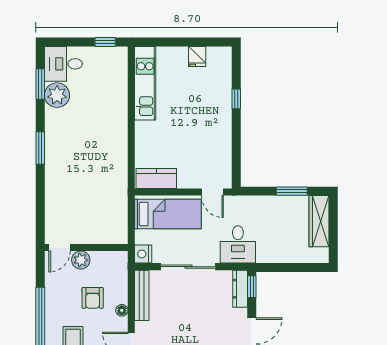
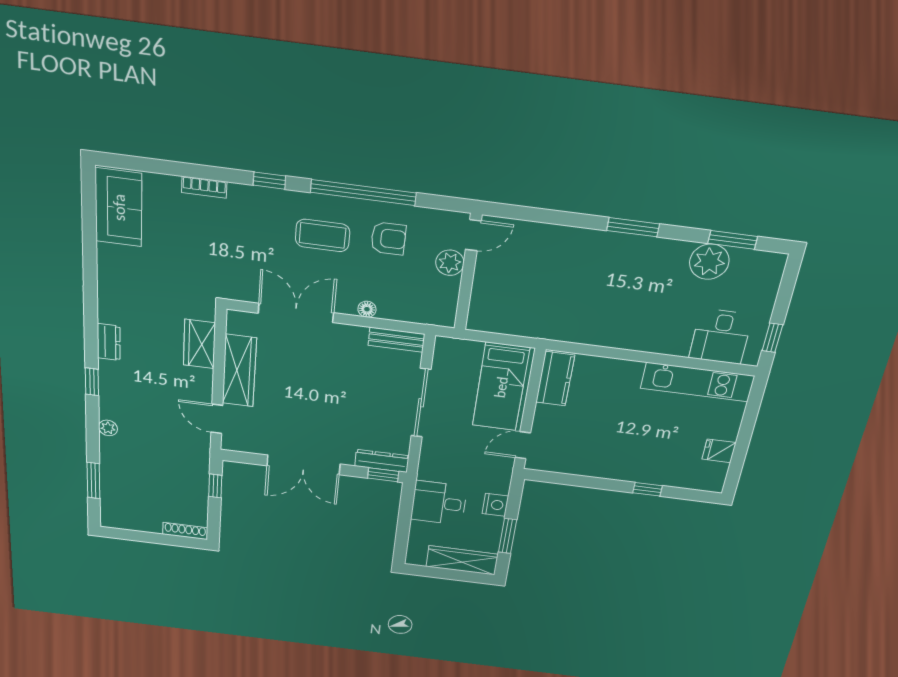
desk: (63, 64) -> (721, 336), moved, turned 180
desk: (238, 244) -> (439, 503), moved
door: (60, 248) -> (473, 235), swing flipped
nightstand: (143, 254) -> (495, 505), moved, turned 90
bench: (142, 295) -> (396, 340), width x0.73
armchair: (93, 298) -> (388, 238), moved, turned 180

